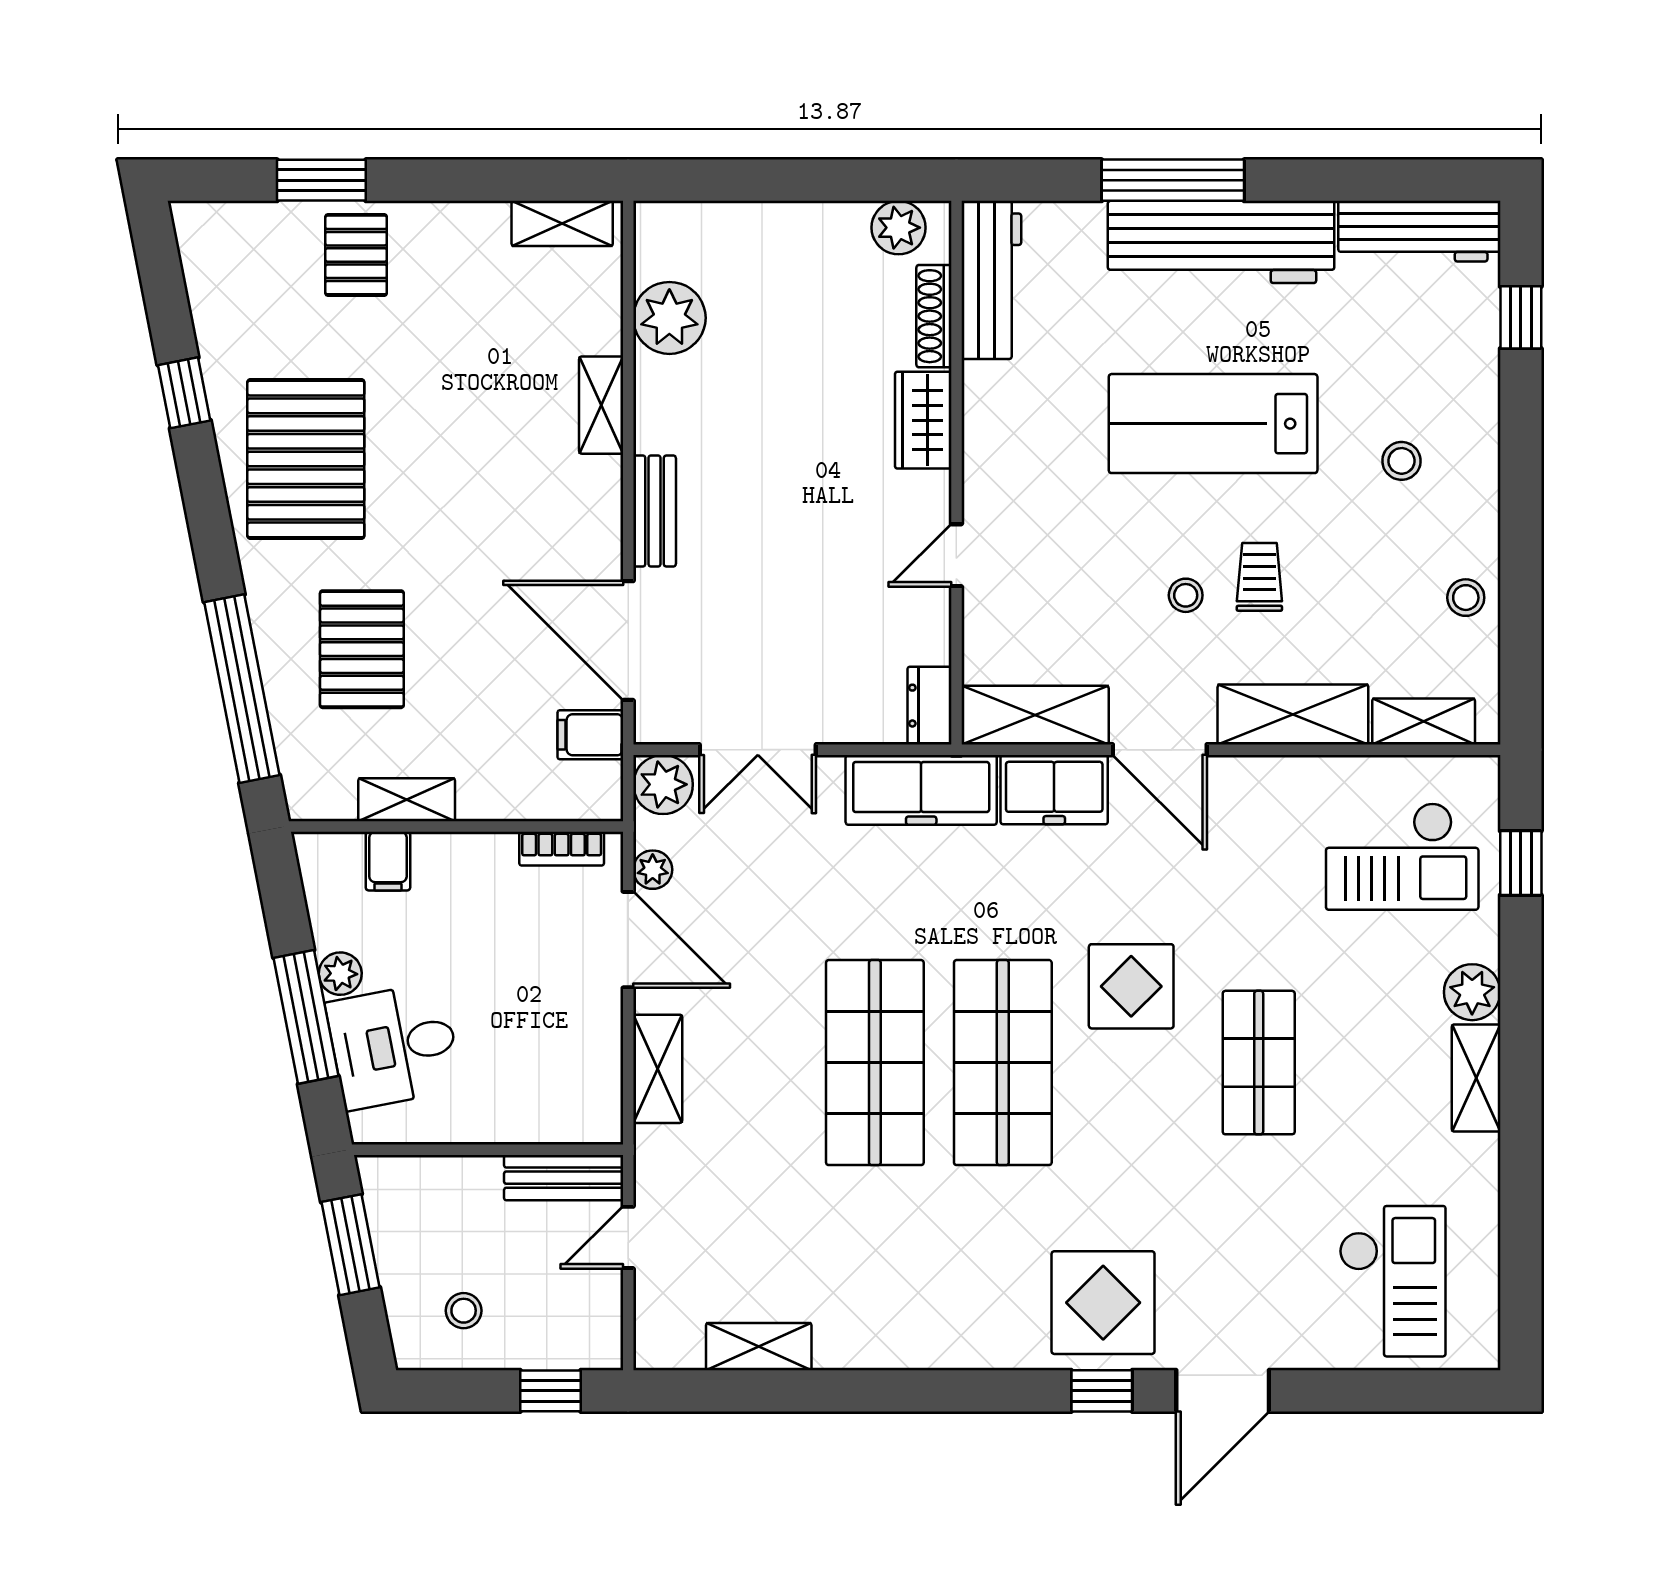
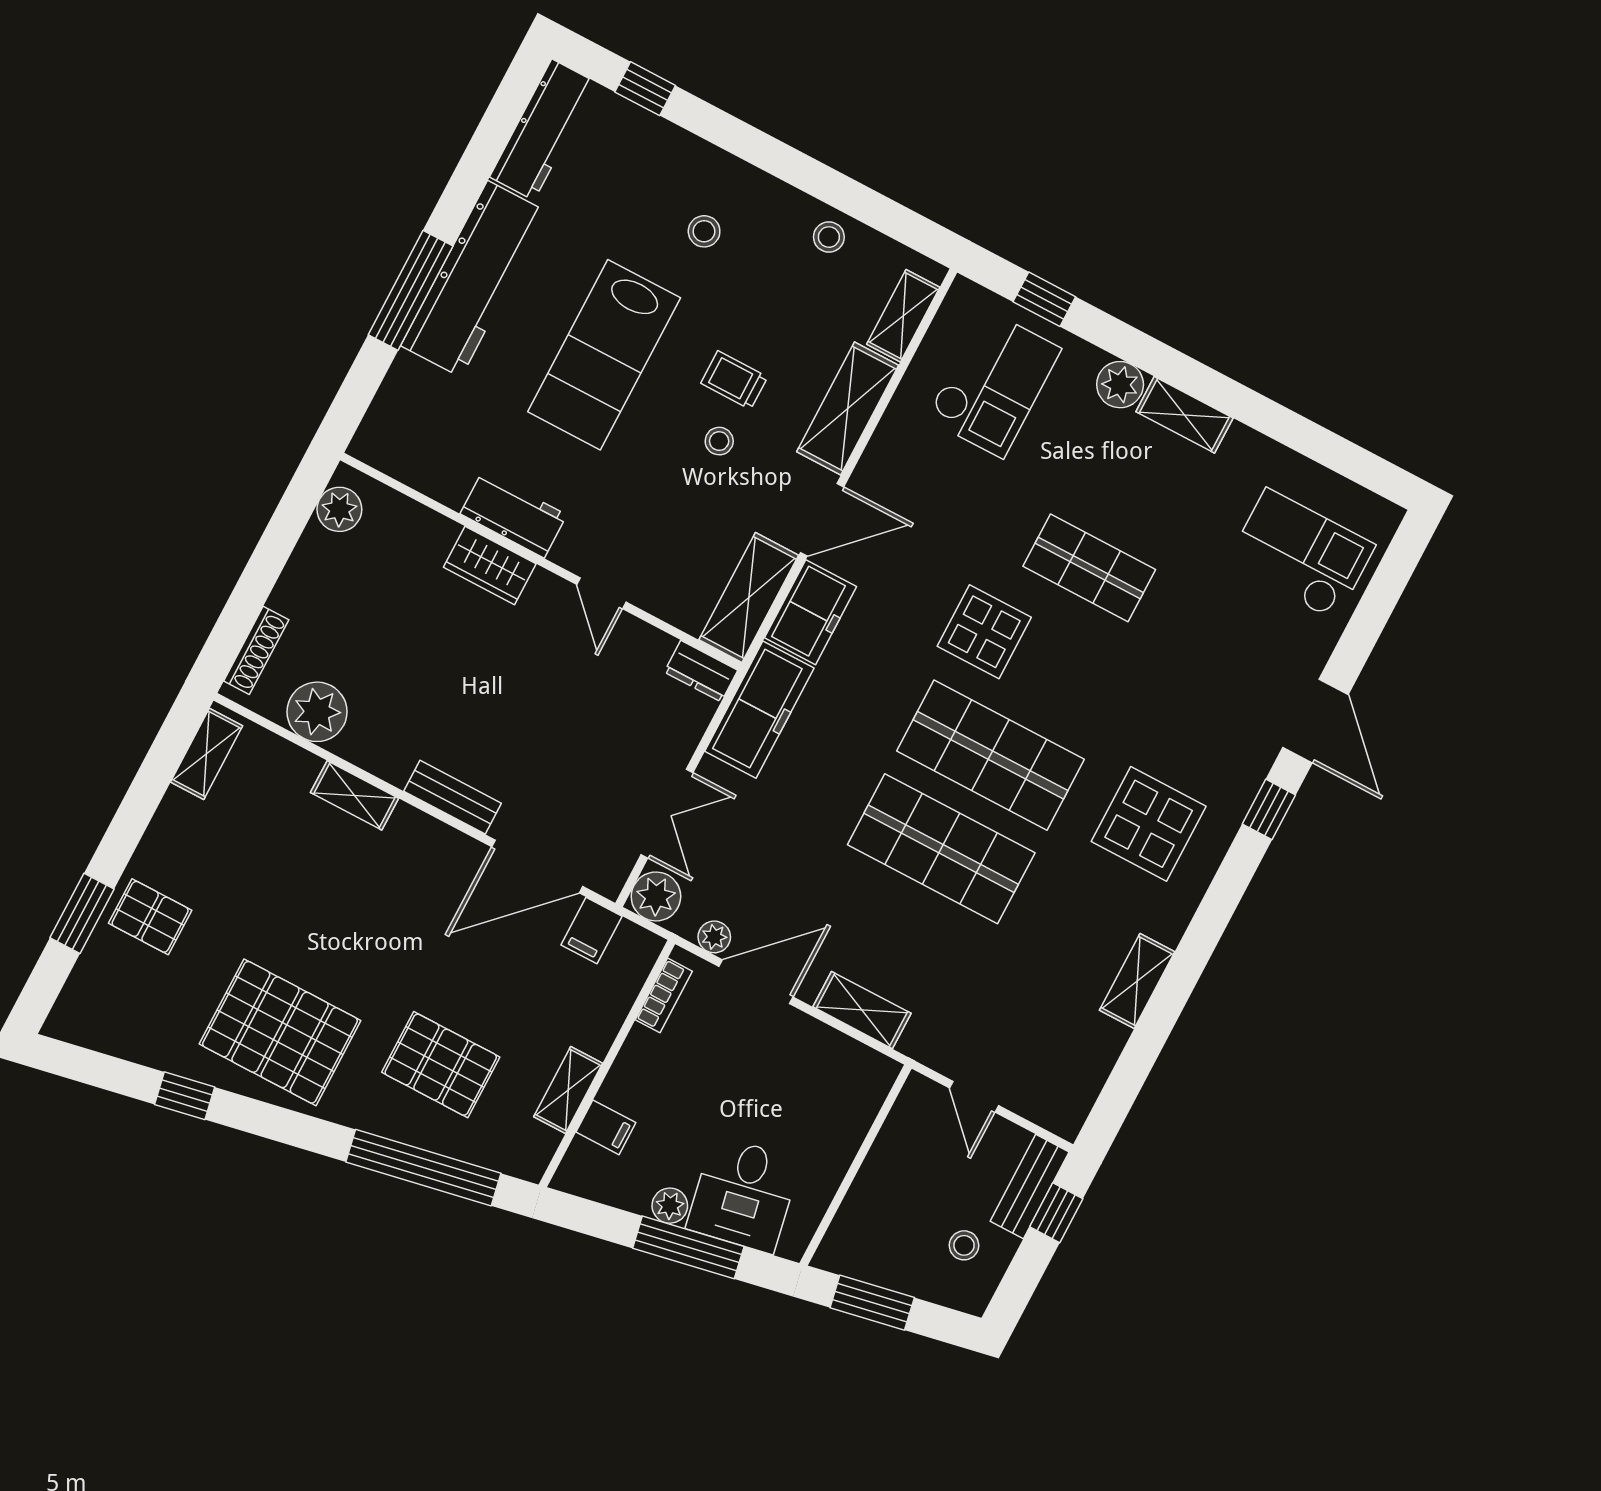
workbench: (991, 280) -> (513, 514), moved, width x0.73
shoe rack: (934, 316) -> (256, 650), moved, turned -90
bench: (564, 1178) -> (1030, 1187), moved
display table: (1103, 1303) -> (1149, 824), moved
shelving: (759, 1347) -> (1137, 981), moved

